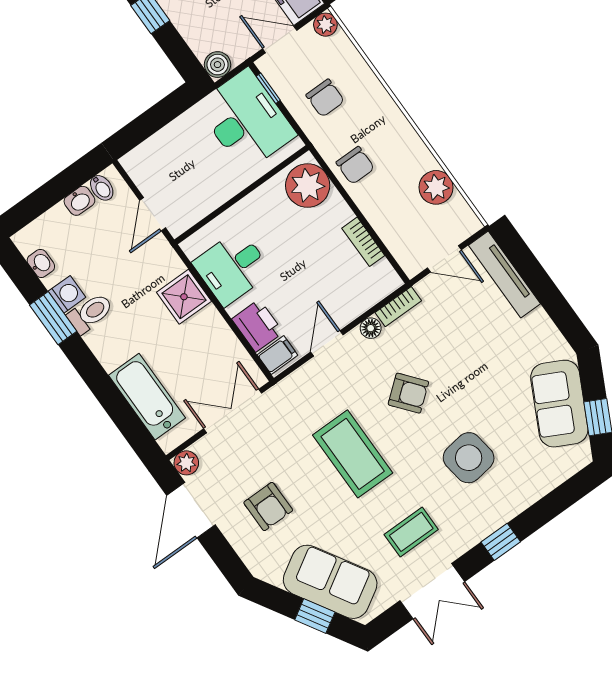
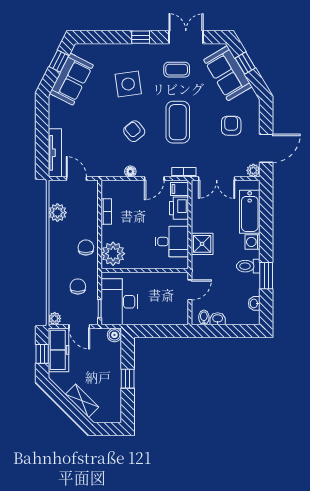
washing machine: (67, 294) -> (253, 242), moved
bookcase: (398, 307) -> (184, 172), moved

